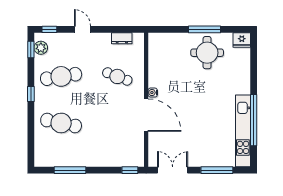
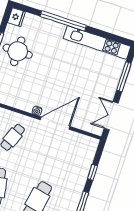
window: (254, 120) -> (63, 21), moved
window: (130, 170) -> (93, 172), moved

